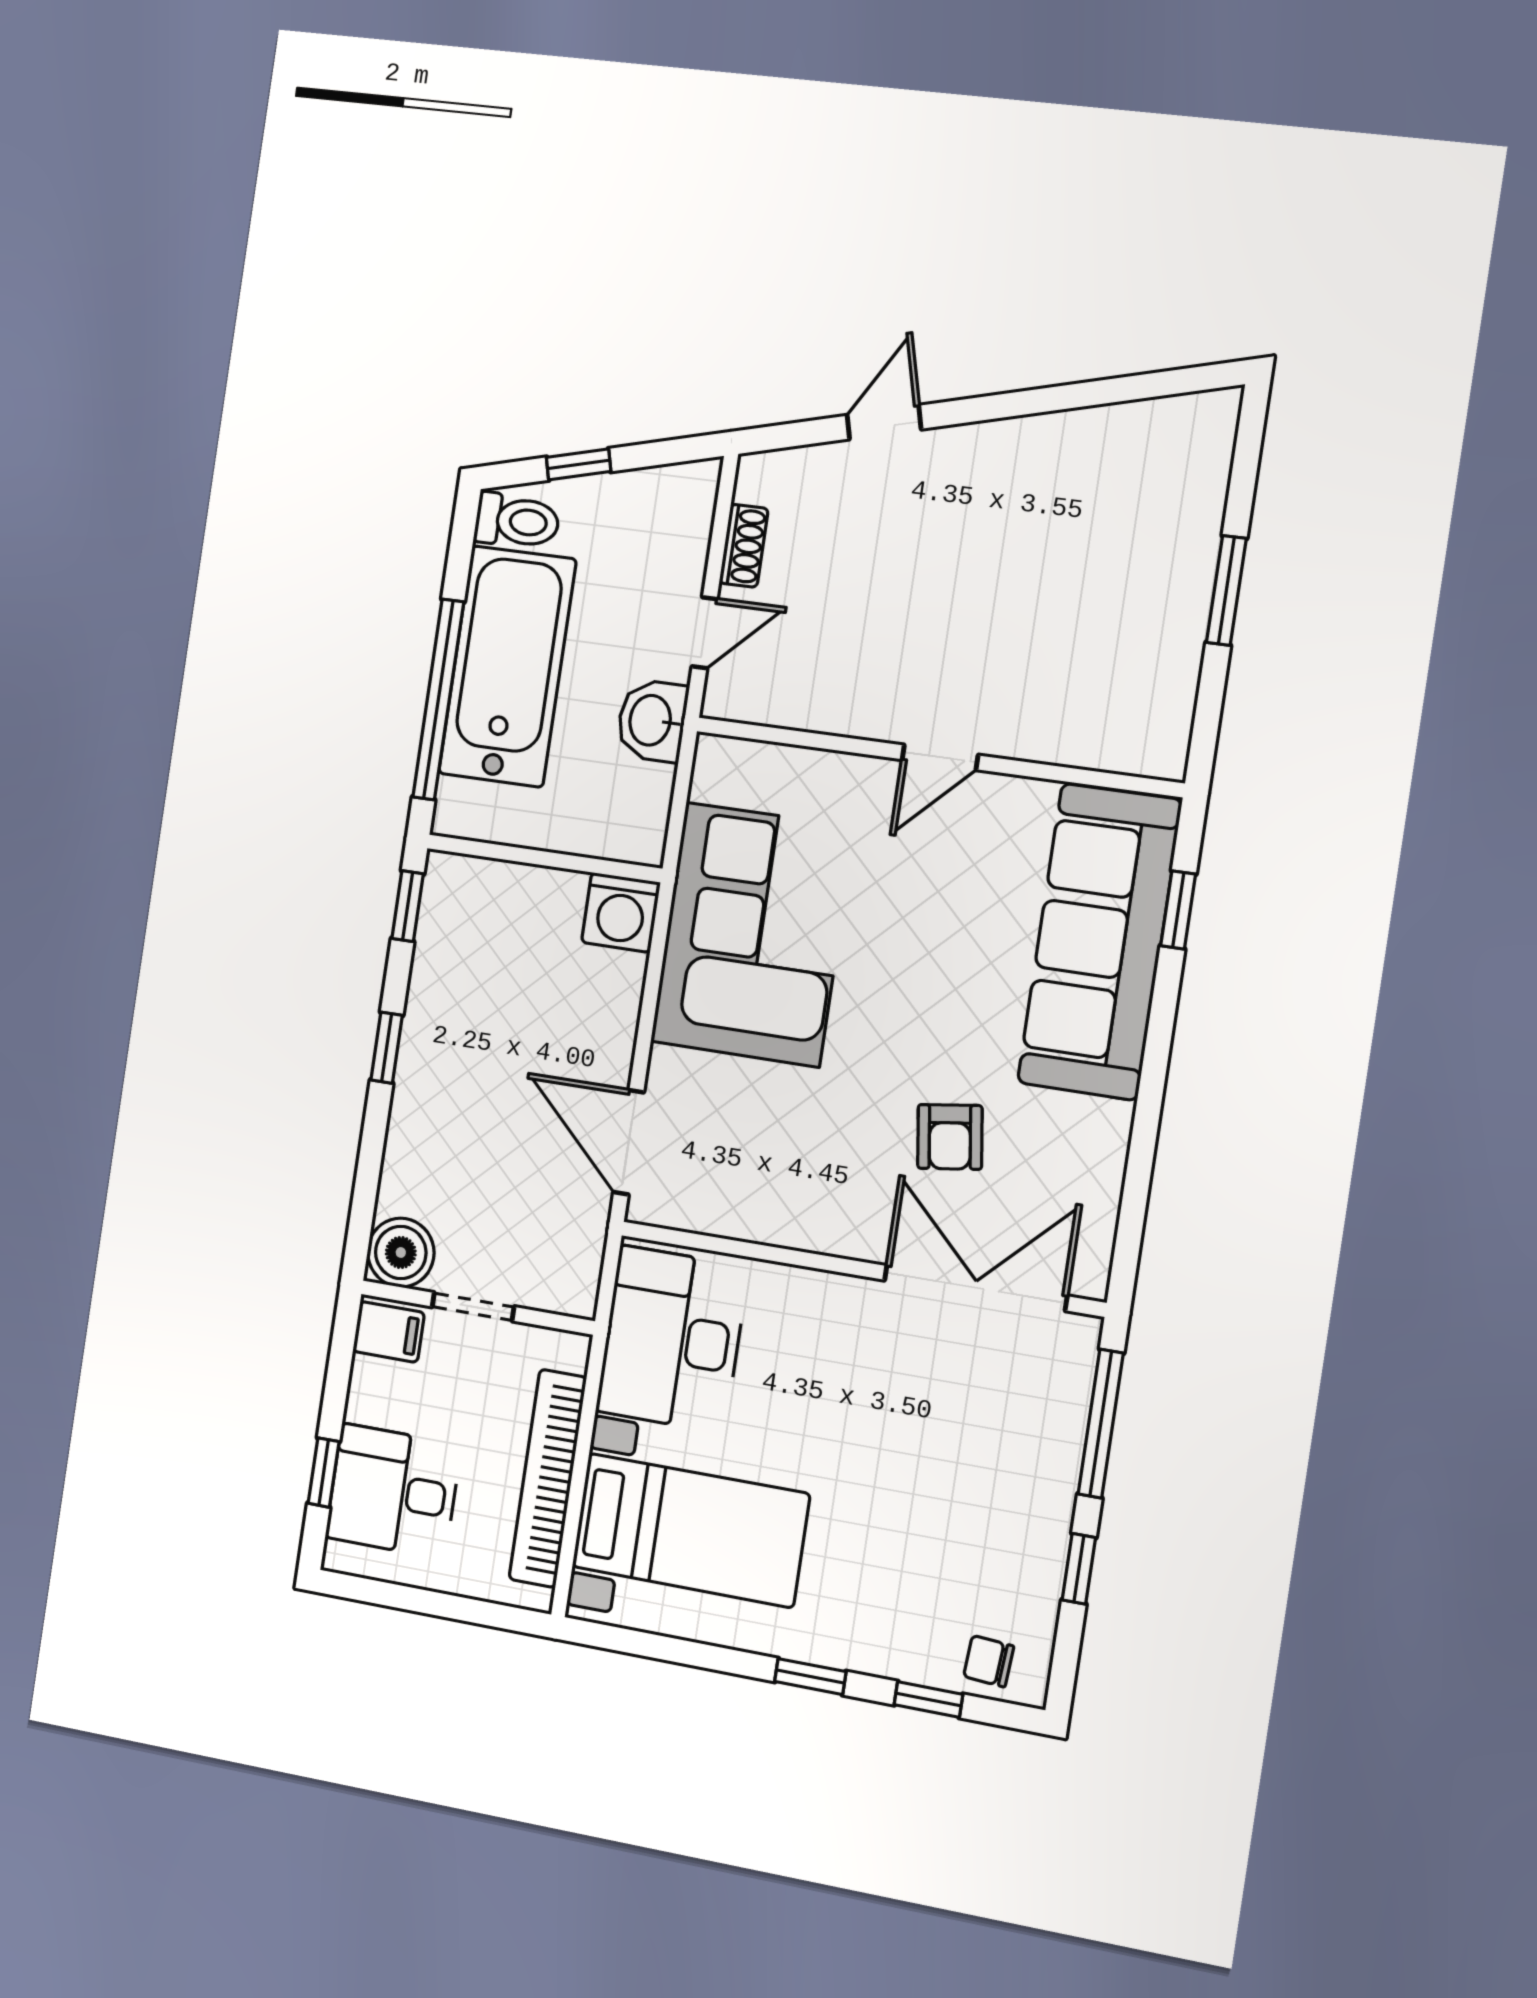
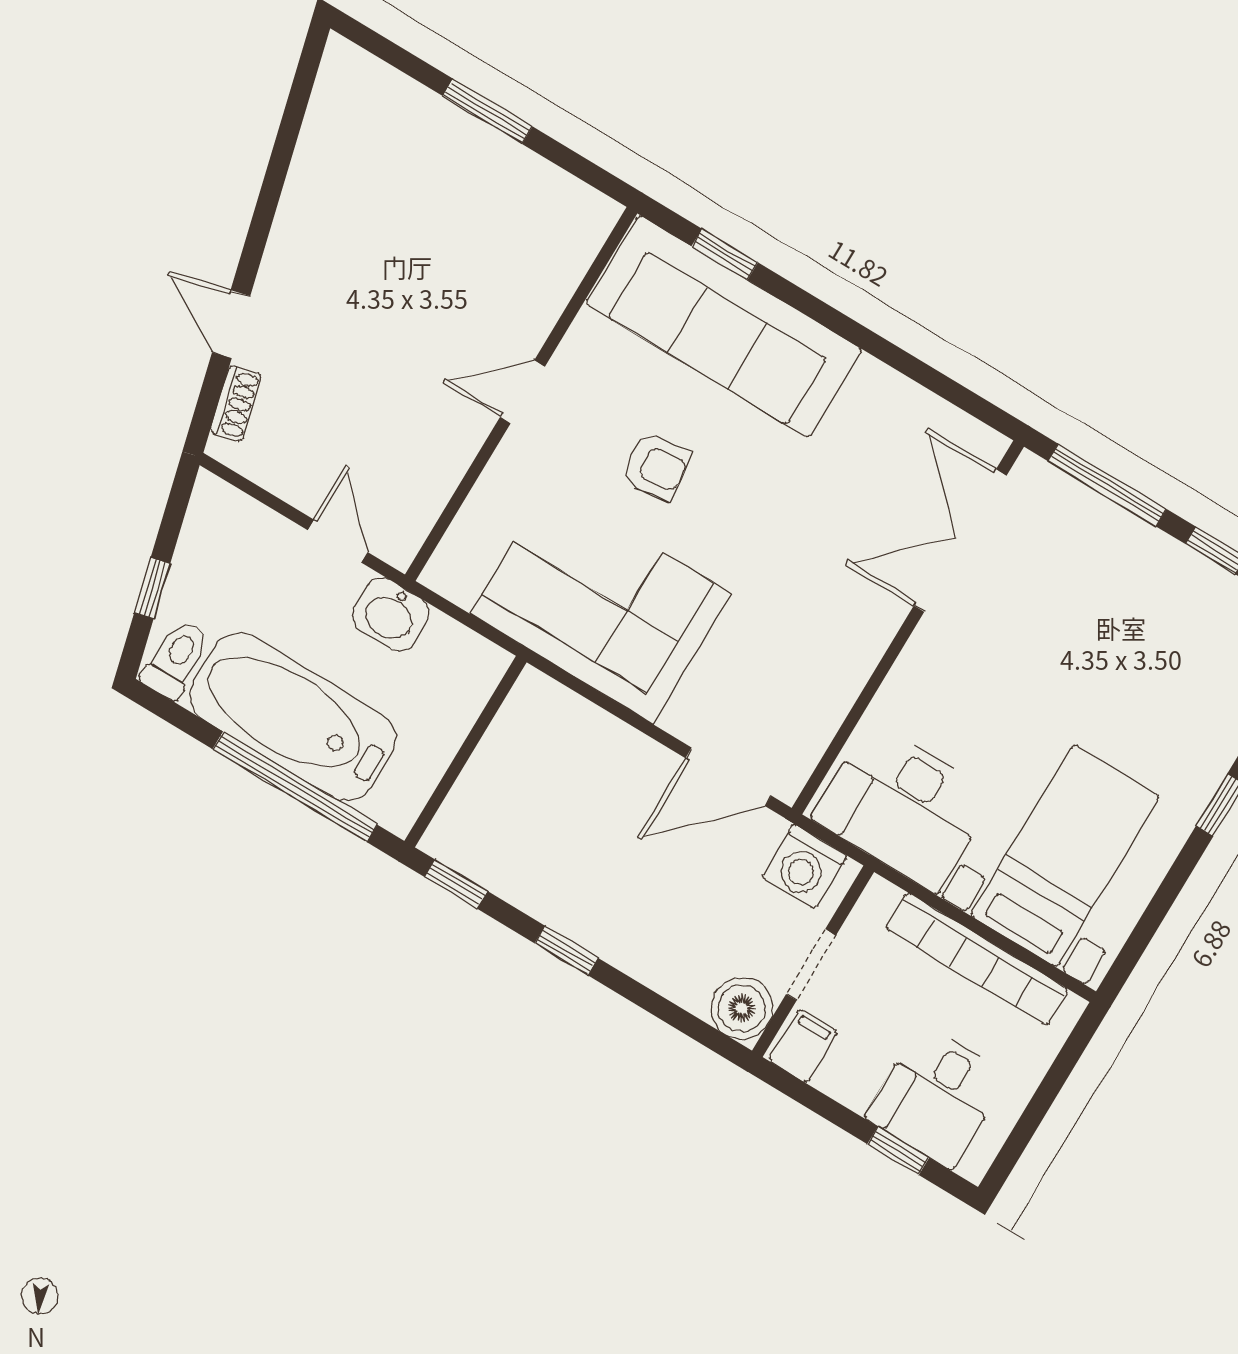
shoe rack: (744, 546) -> (236, 403), moved, turned 76
door: (940, 757) -> (522, 392), swing flipped
washing machine: (621, 912) -> (804, 867), moved, turned 90
armchair: (950, 1137) -> (656, 466), moved

